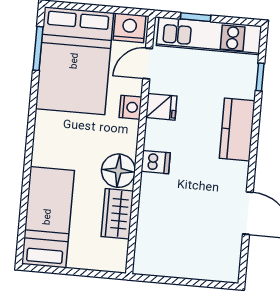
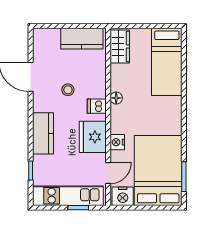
fridge: (161, 107) -> (93, 137), width x1.88, depth x1.34
floor lamp: (118, 171) -> (116, 98), width x0.53, depth x0.53
stool: (195, 190) -> (68, 90), added
wardrobe: (117, 214) -> (120, 47), moved
kitchen counter: (168, 262) -> (82, 39), added

